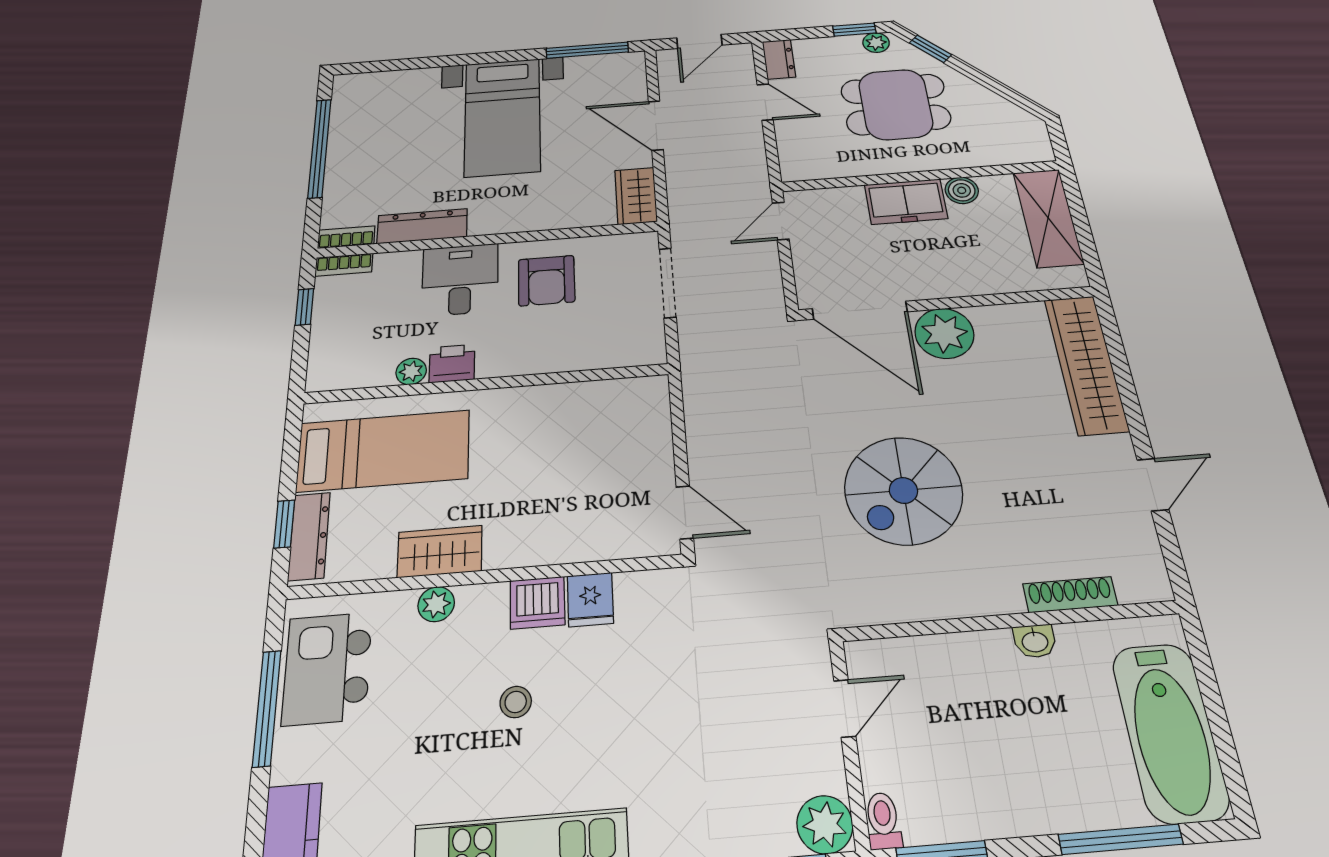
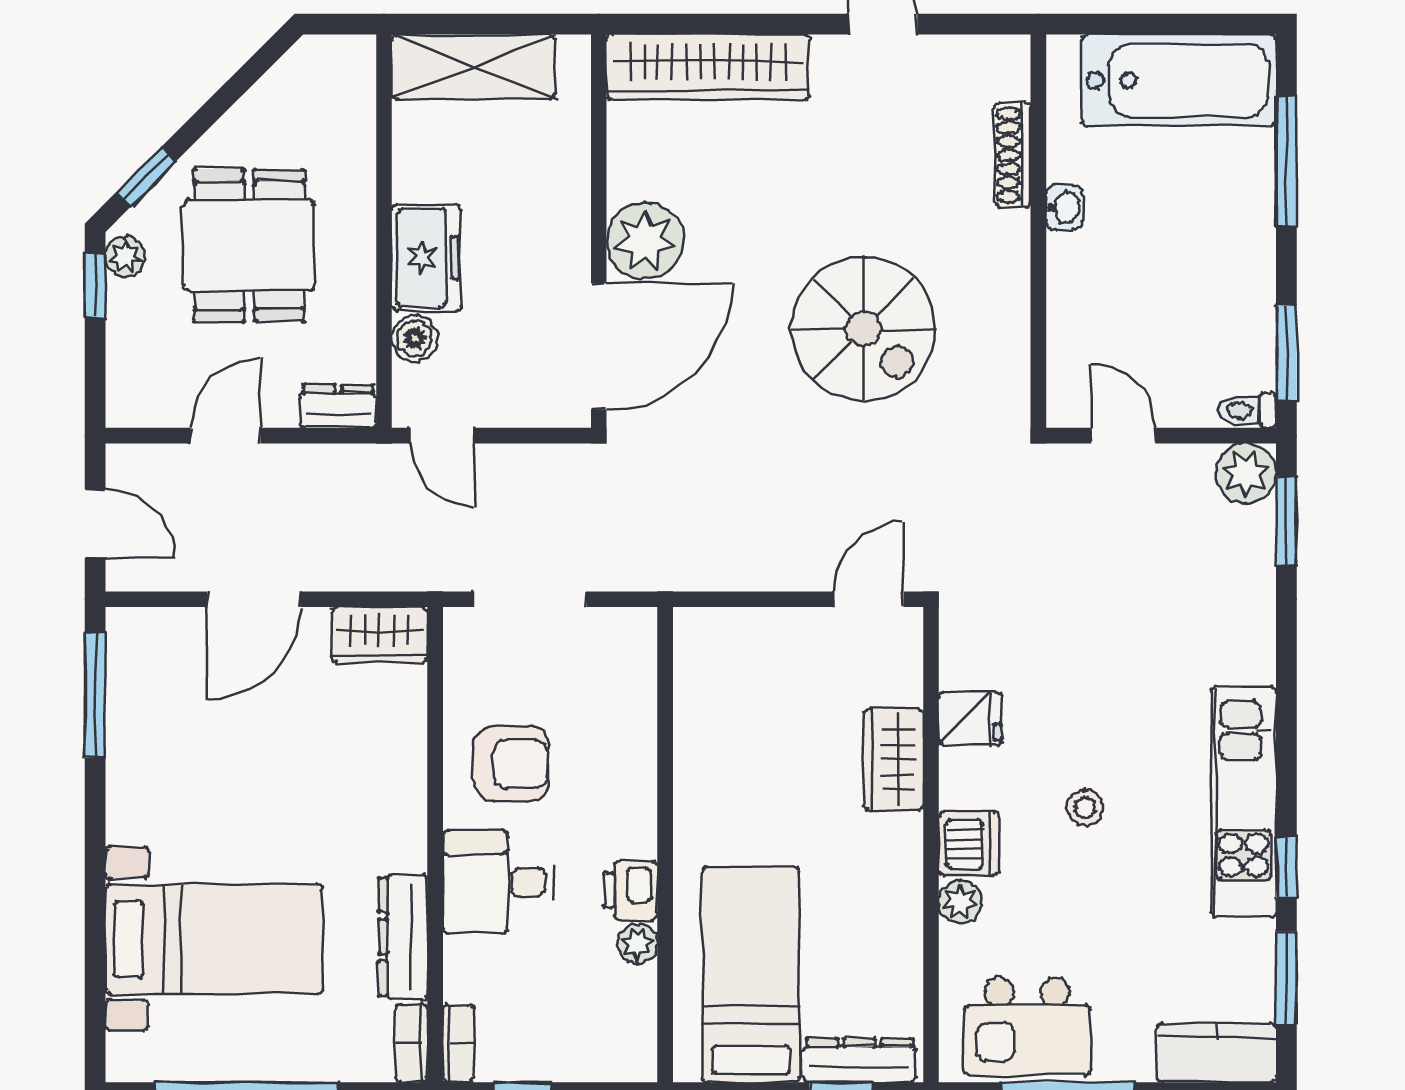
dresser: (779, 59) -> (338, 407), moved
bed with nightstands: (502, 117) -> (214, 939), moved
boiler: (962, 190) -> (415, 338), moved
wardrobe: (440, 551) -> (894, 759), moved
dishwasher: (537, 603) -> (969, 844), moved

